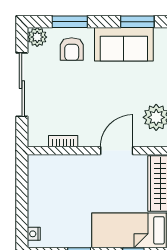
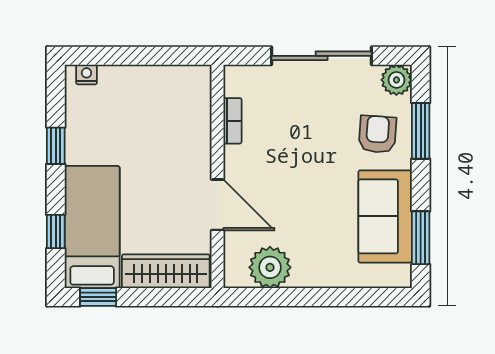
armchair: (72, 49) -> (377, 134), turned 94

